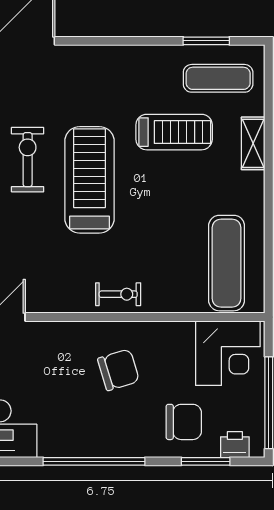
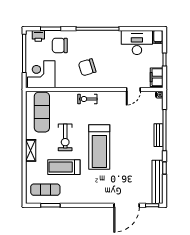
shelving: (253, 143) -> (31, 150), moved
exercise bike: (28, 160) -> (65, 137), moved

